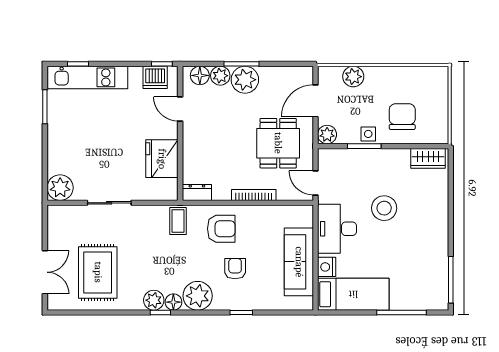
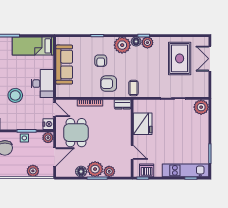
floor lamp: (200, 75) -> (81, 172), moved
nightstand: (327, 267) -> (48, 124), moved

